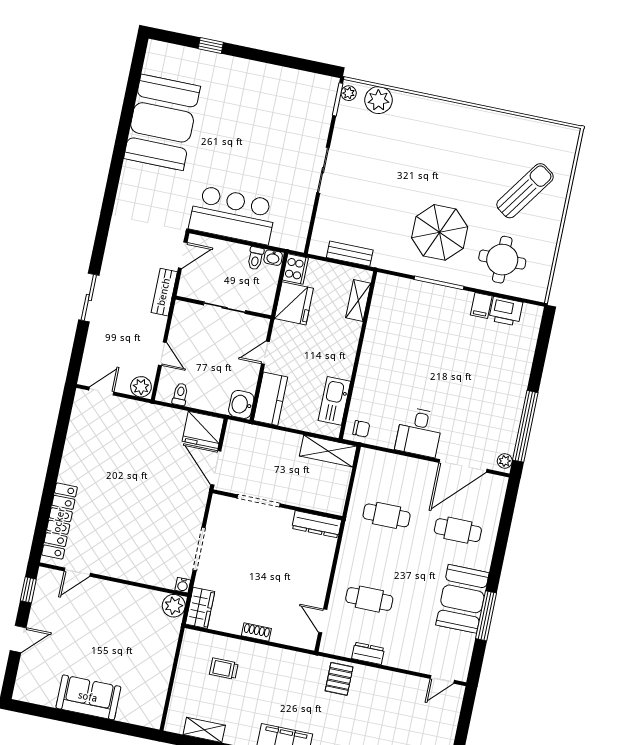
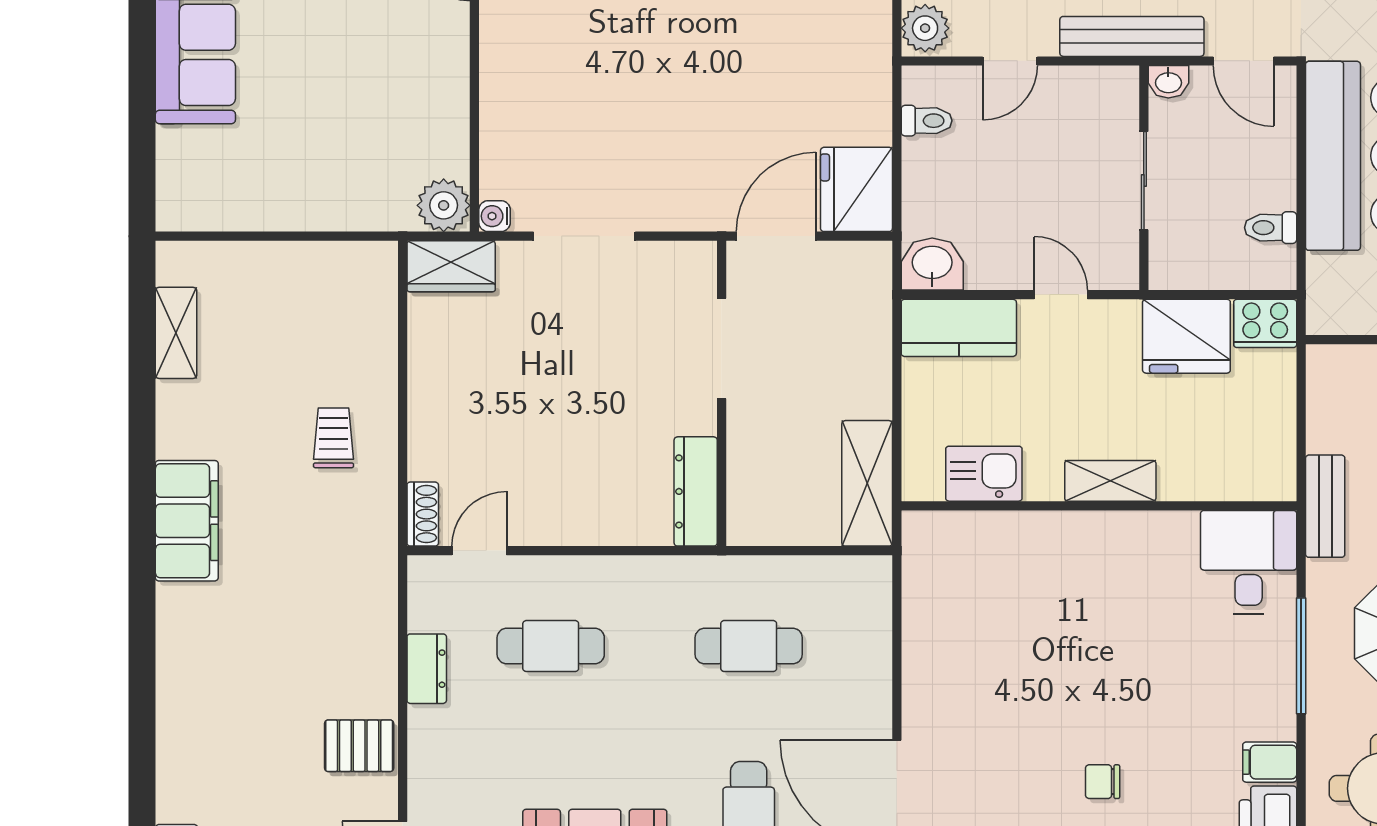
bench: (350, 254) -> (1325, 506), moved
washbasin: (273, 258) -> (1168, 82), moved, turned -90
bench: (164, 292) -> (1132, 36), width x1.36
shelving: (358, 301) -> (1110, 481), moved
kitchen sink: (334, 401) -> (984, 474), width x0.73
chair: (361, 429) -> (1103, 782), moved, turned 90
desk: (419, 432) -> (1249, 562), moved, turned 90
cafe table: (387, 515) -> (749, 646), turned 90
cafe table: (369, 599) -> (551, 646), turned 90
shoe rack: (256, 632) -> (423, 514), moved
trolley: (224, 669) -> (333, 438), moved
pallet: (339, 679) -> (359, 746), moved

